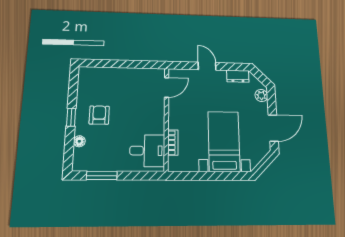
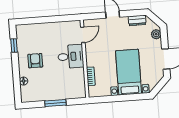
window: (71, 117) -> (14, 45), moved
desk: (147, 151) -> (71, 56), moved
window: (102, 176) -> (55, 103), moved

